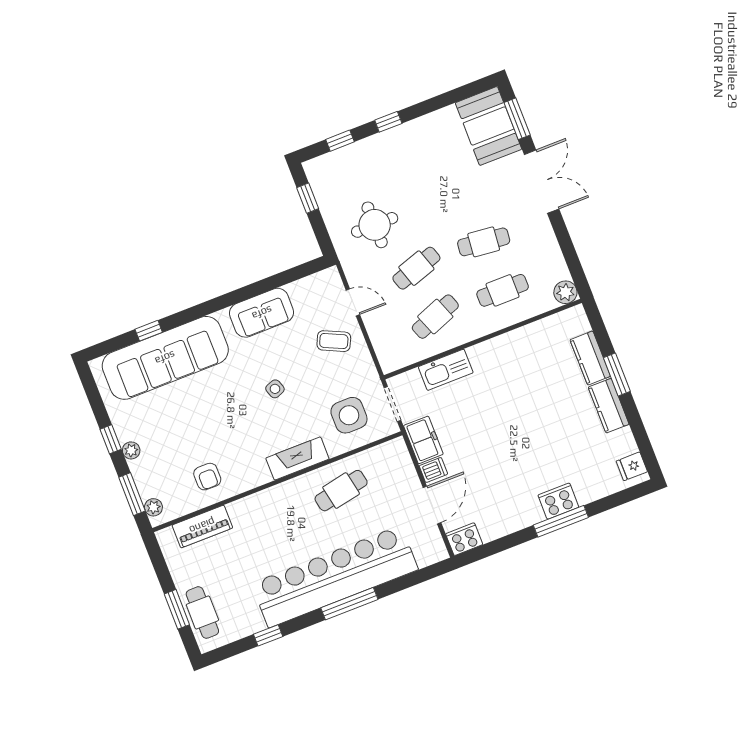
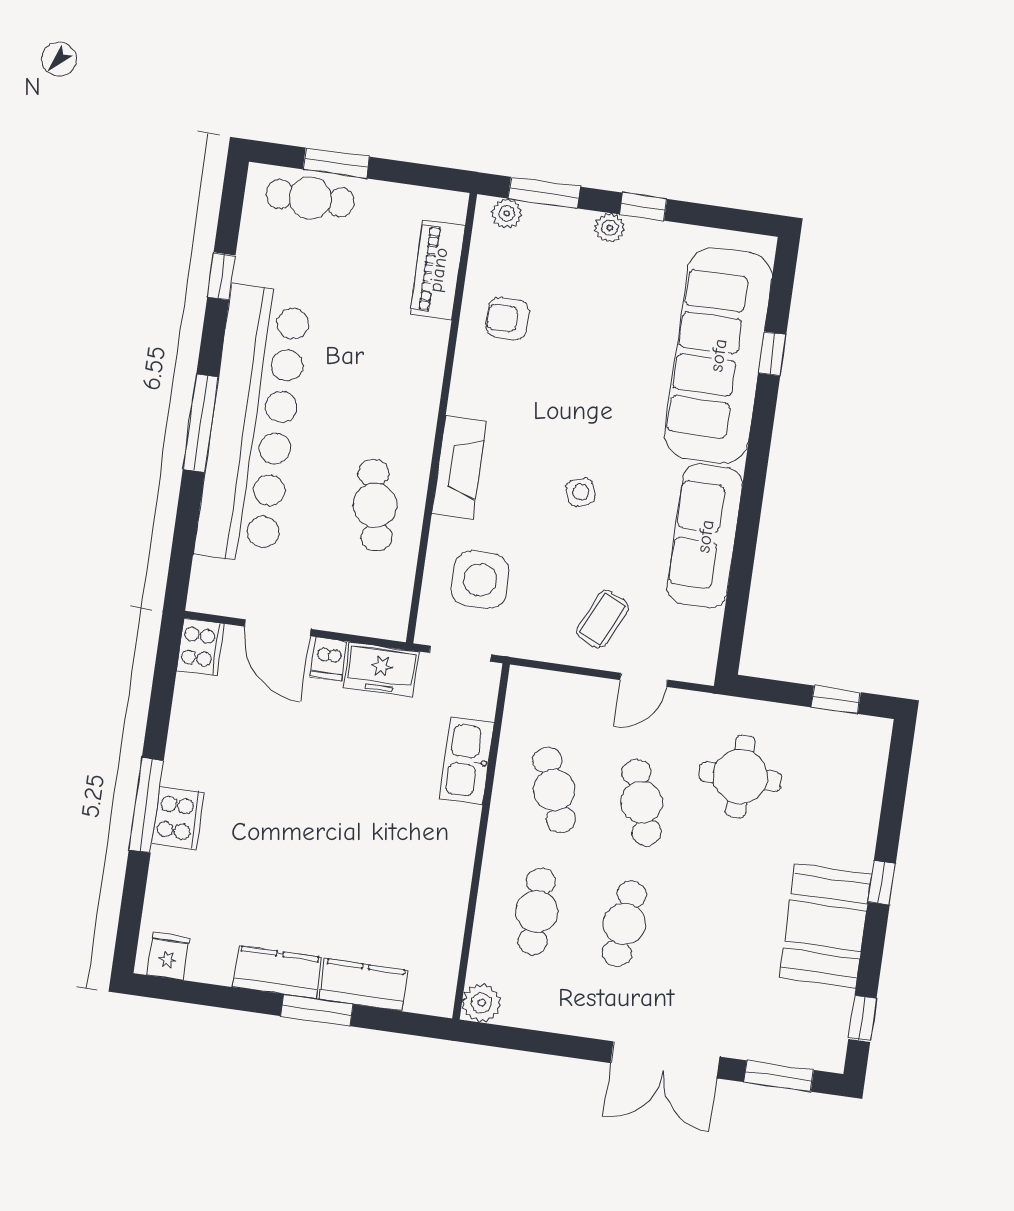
booth: (489, 126) -> (825, 926), moved, turned 90
window: (340, 141) -> (862, 1019), moved
sofa: (262, 313) -> (705, 536), width x1.36

